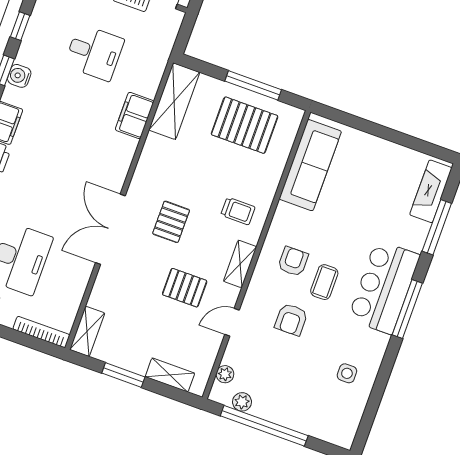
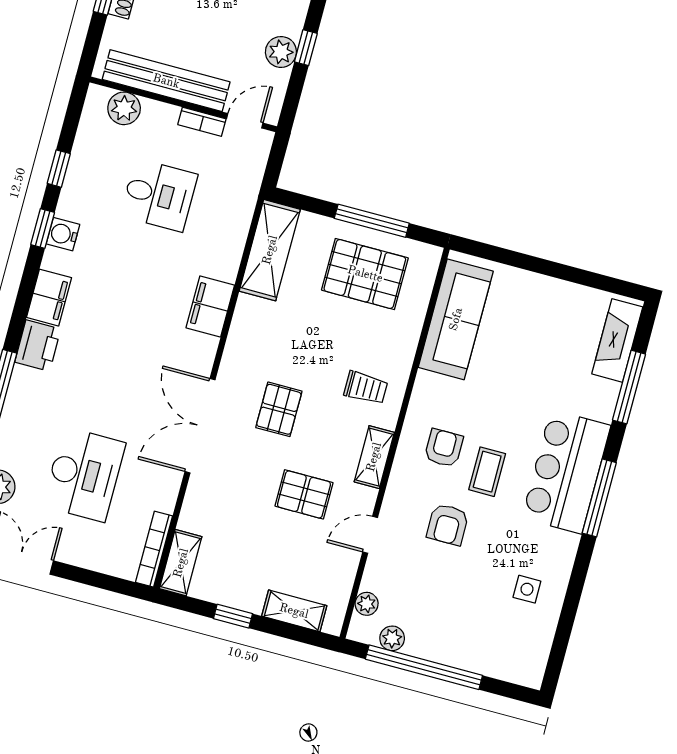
filing cabinet: (135, 116) -> (210, 306), moved
bookcase: (41, 332) -> (154, 549), moved, turned -90
window: (123, 375) -> (233, 616), width x0.67

